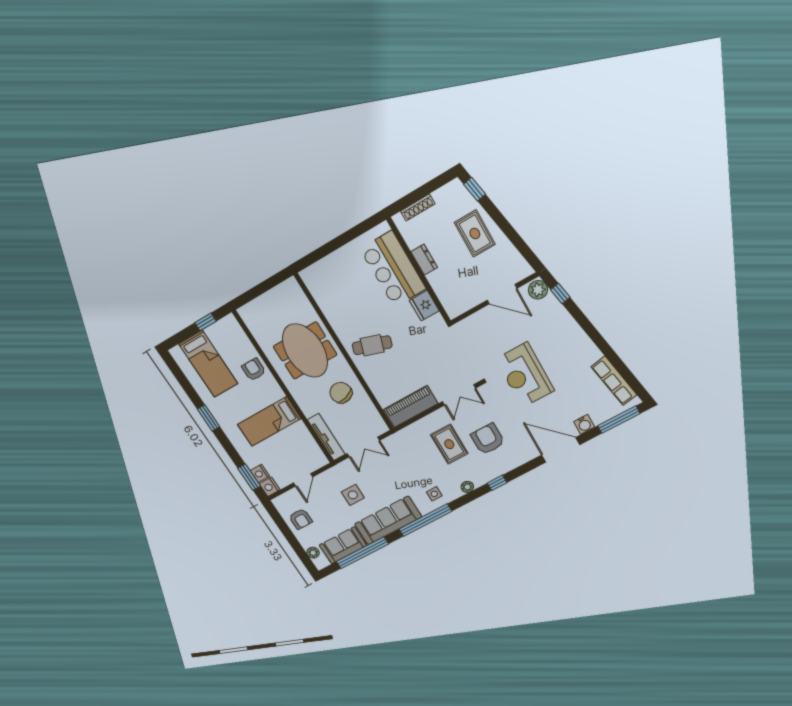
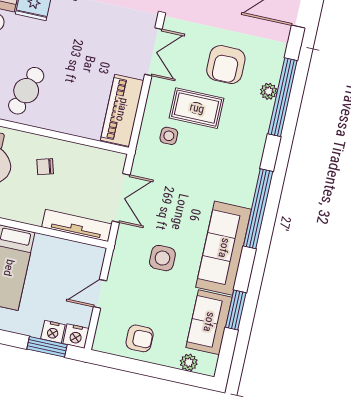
chair: (341, 393) -> (45, 167), width x0.54, depth x0.54
armchair: (488, 439) -> (226, 65), turned -90
door: (303, 480) -> (100, 294), swing flipped
window: (497, 483) -> (283, 97), width x3.17
plant: (467, 487) -> (269, 91), moved
side table: (434, 494) -> (169, 136), moved
window: (362, 553) -> (236, 310), width x0.47

